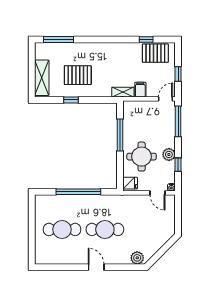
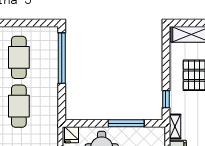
window: (71, 100) -> (166, 99), moved
window: (78, 192) -> (62, 58), moved

